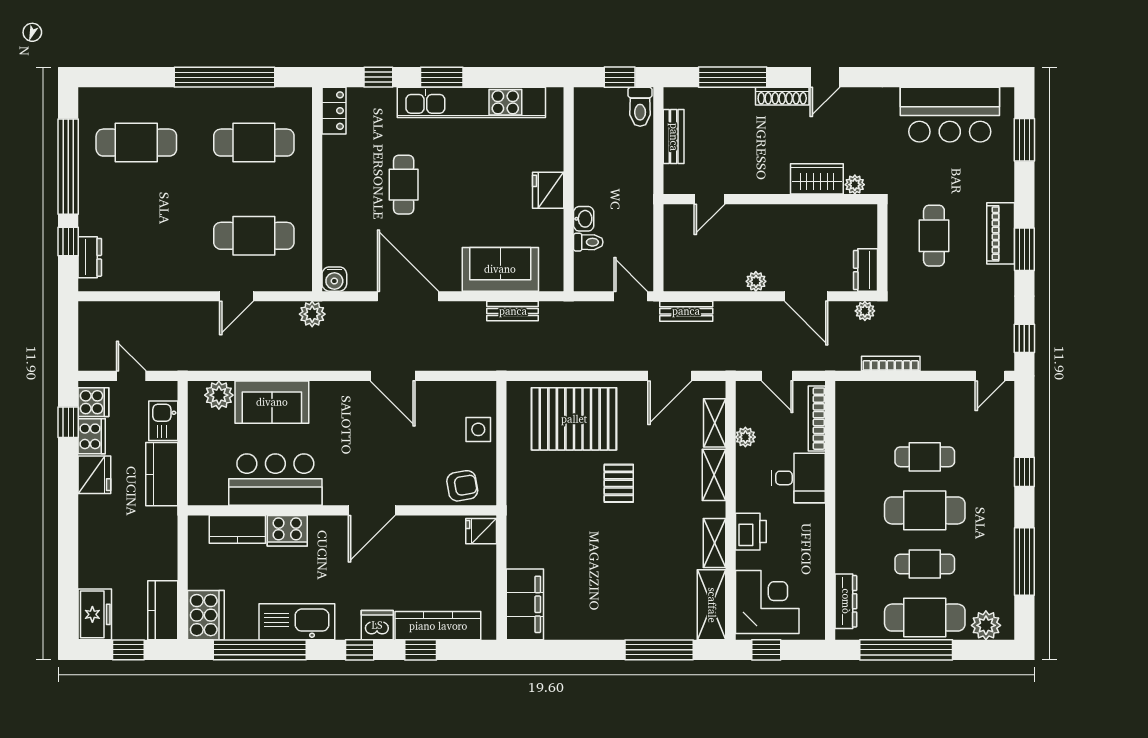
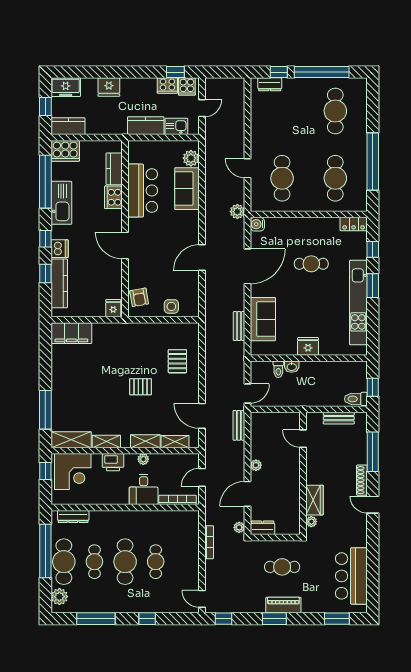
pallet: (574, 419) -> (177, 361), width x0.49, depth x0.50
plant: (745, 437) -> (143, 459), moved
fridge: (94, 475) -> (109, 87), moved

